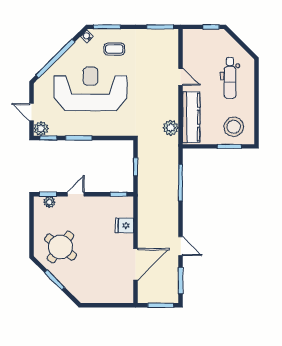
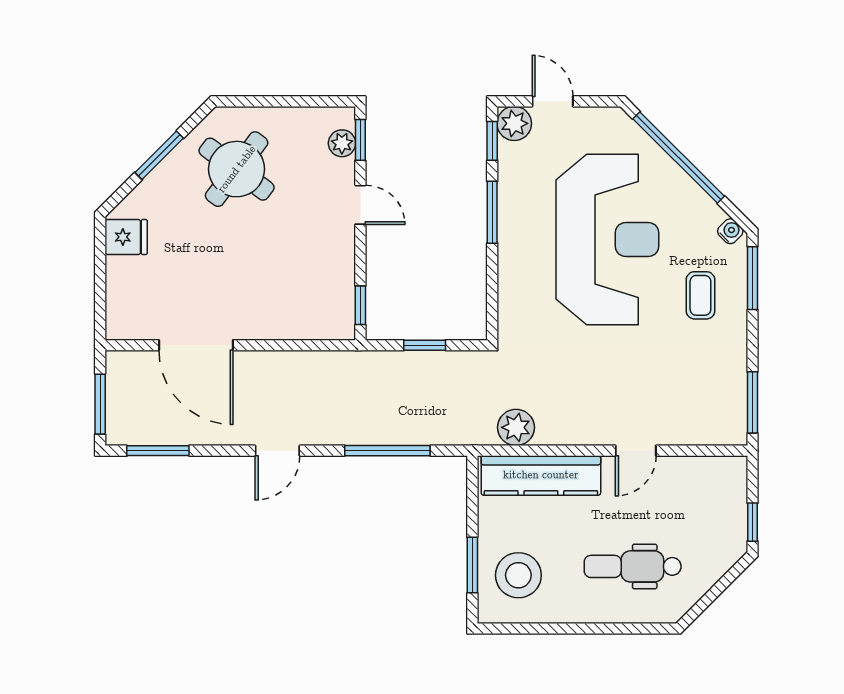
door: (32, 112) -> (553, 101), hinge flipped
fridge: (125, 225) -> (126, 237), moved, turned 90
door: (181, 246) -> (277, 451), moved

